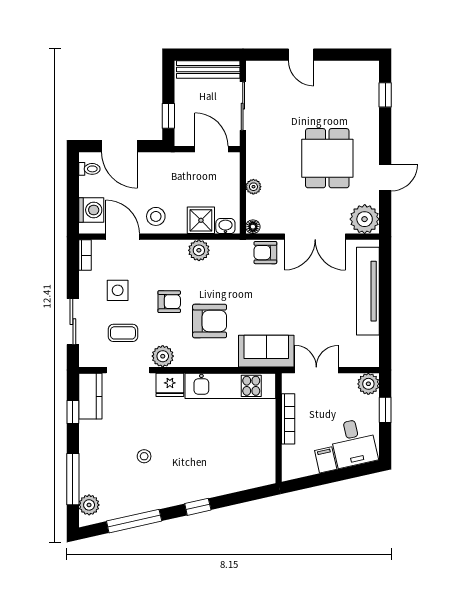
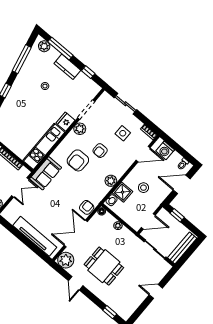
stool: (156, 216) -> (143, 188), moved
coffee table: (123, 333) -> (103, 121), removed
kitchen counter: (90, 396) -> (67, 67), moved

